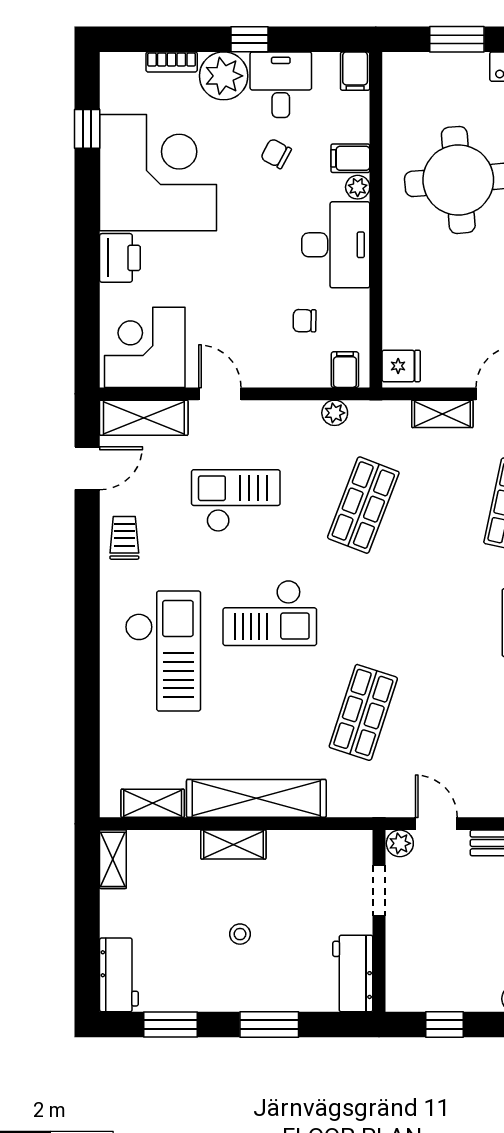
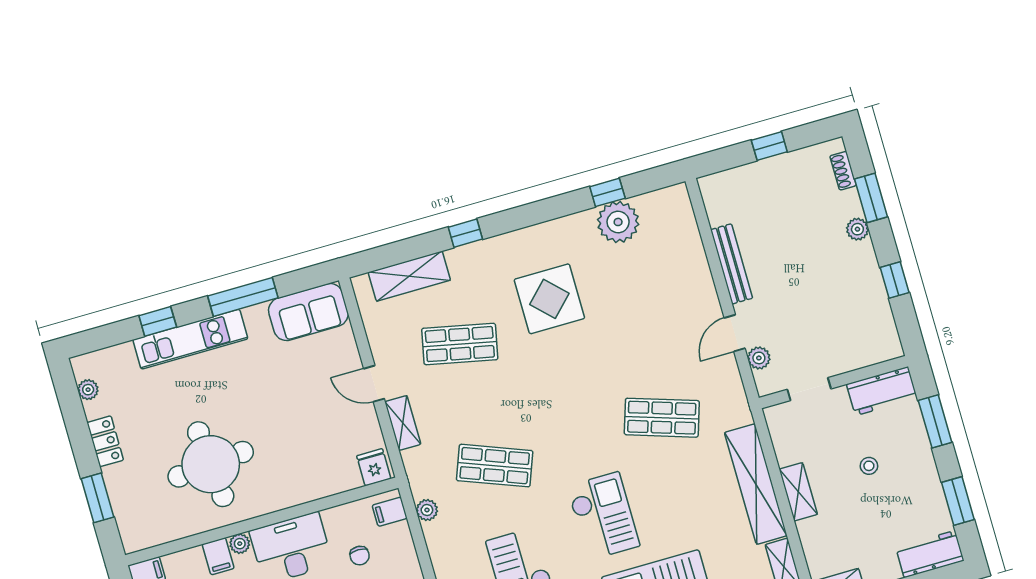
doorway: (379, 891) -> (809, 389), moved
wall: (379, 921) -> (833, 382), moved
workbench: (353, 973) -> (882, 391), moved

